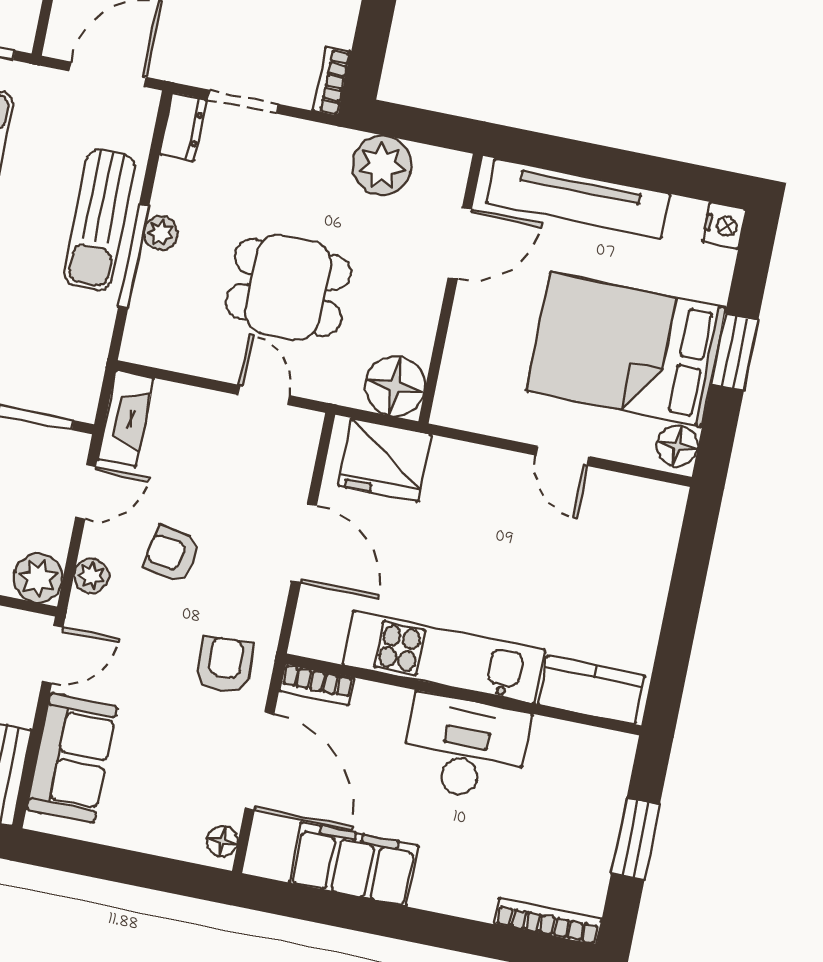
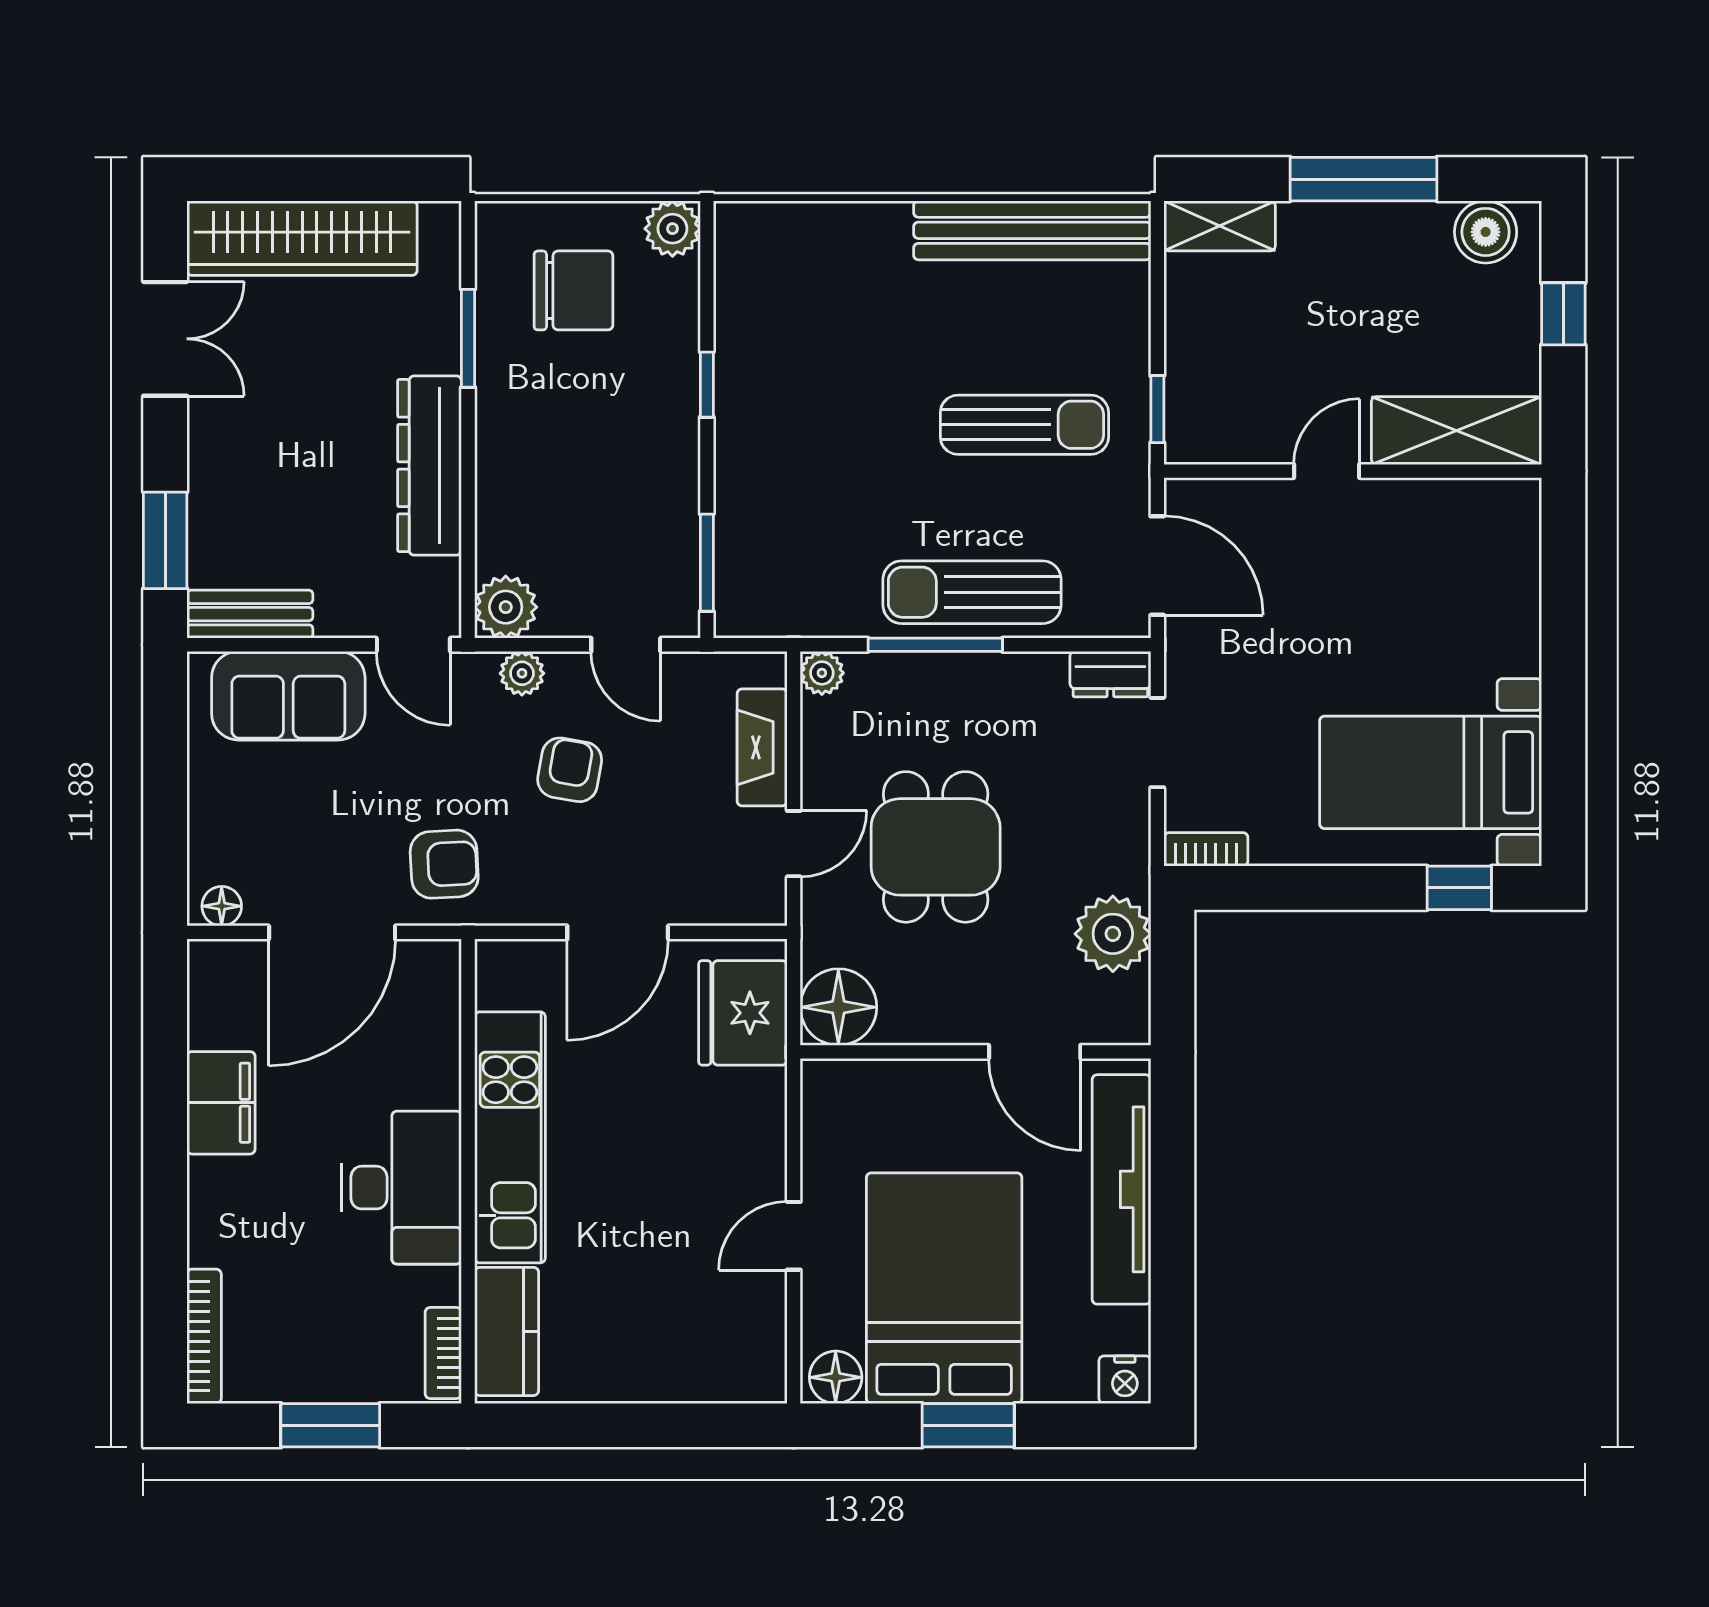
plant: (161, 233) -> (822, 673), moved
fireplace: (126, 419) -> (762, 747), moved, turned 90
bookcase: (317, 684) -> (443, 1353), moved
filing cabinet: (354, 864) -> (221, 1103), width x0.67, depth x0.86

